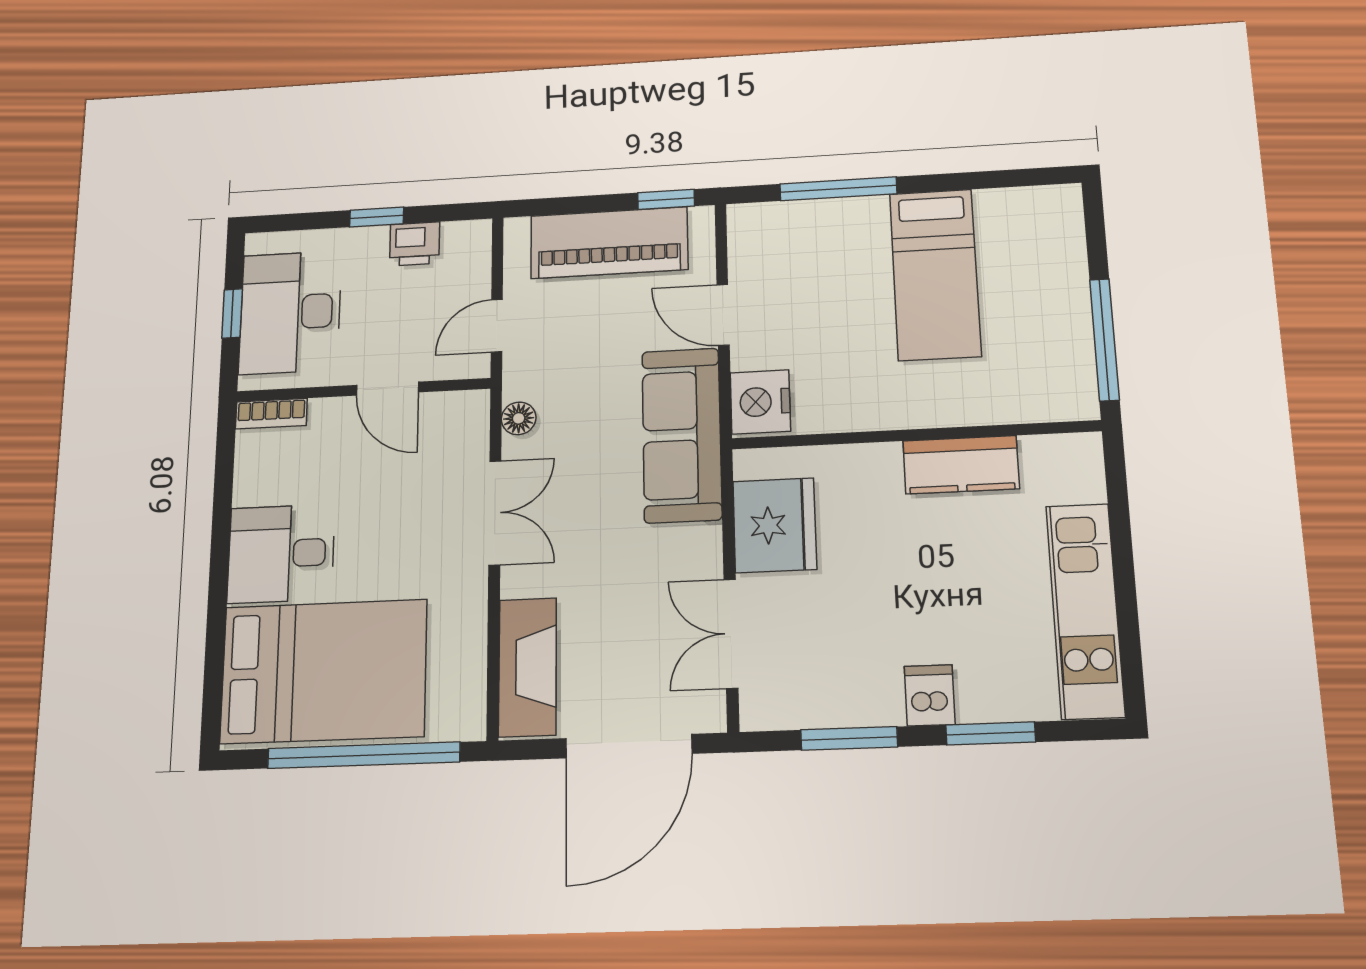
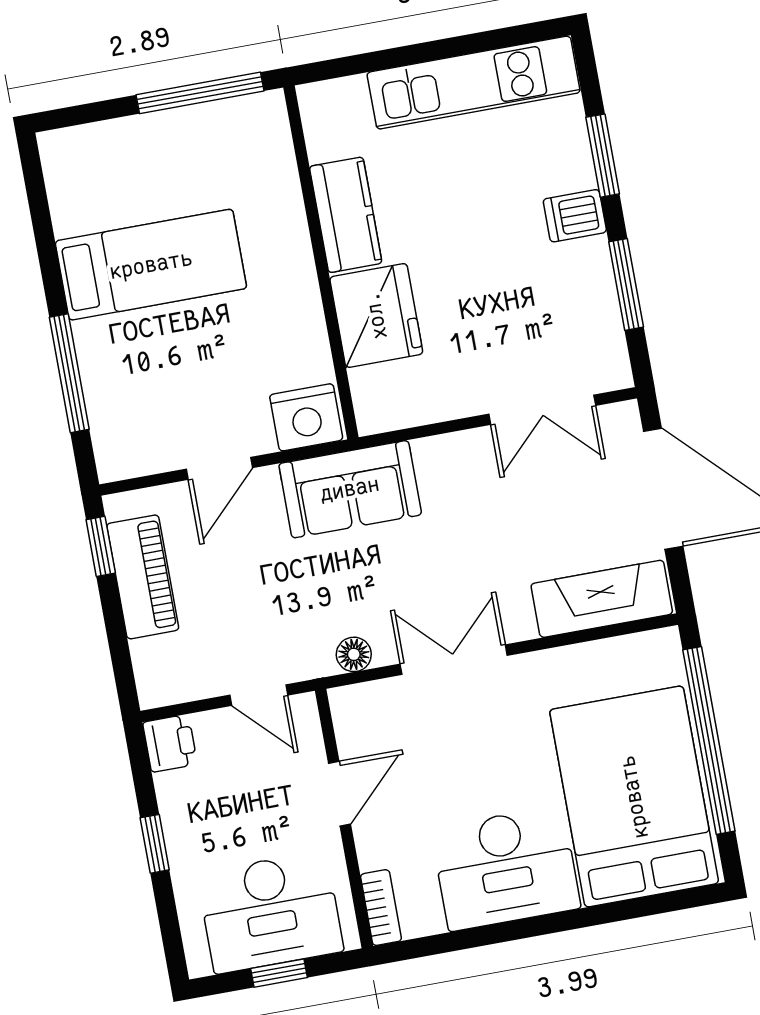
piano: (609, 243) -> (143, 577), width x0.73, depth x0.75
printer: (415, 244) -> (170, 743), moved
sofa: (682, 435) -> (350, 489), width x0.73
fridge: (775, 525) -> (376, 315), moved, turned 90
desk: (281, 554) -> (506, 868), width x1.37

